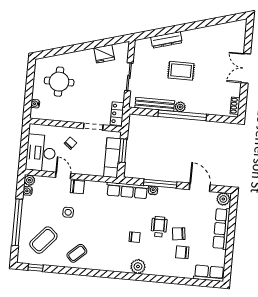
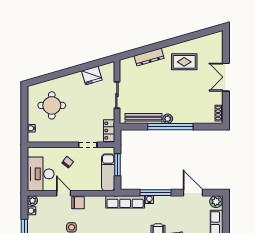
rug: (181, 71) -> (184, 62), moved

